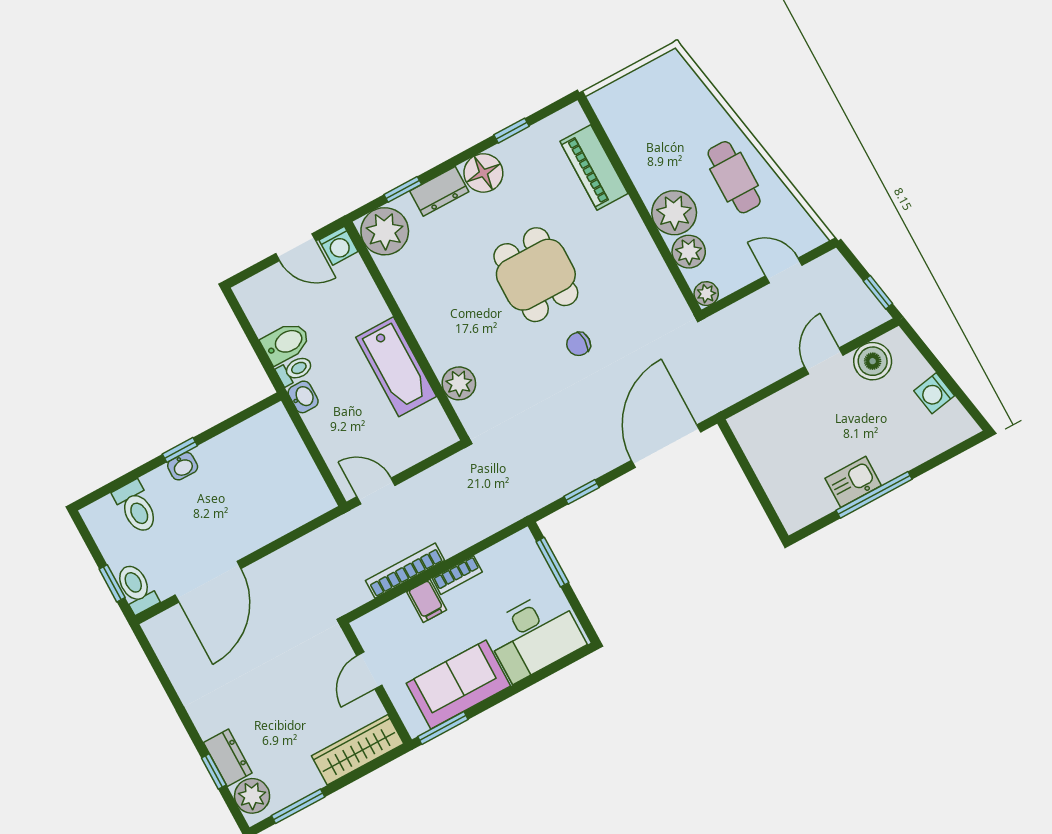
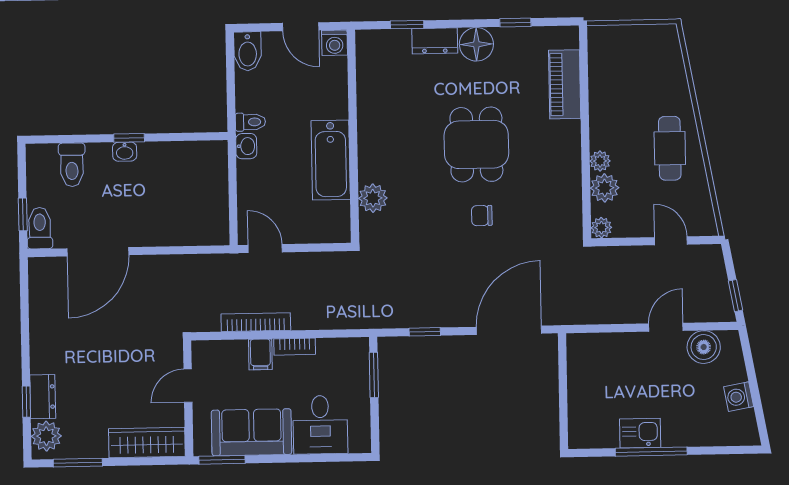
plant: (674, 213) -> (600, 161), width x0.53, depth x0.53
plant: (385, 231) -> (376, 50), removed
bidet: (286, 343) -> (248, 51), moved, turned 90
desk: (534, 635) -> (320, 425), width x0.73

